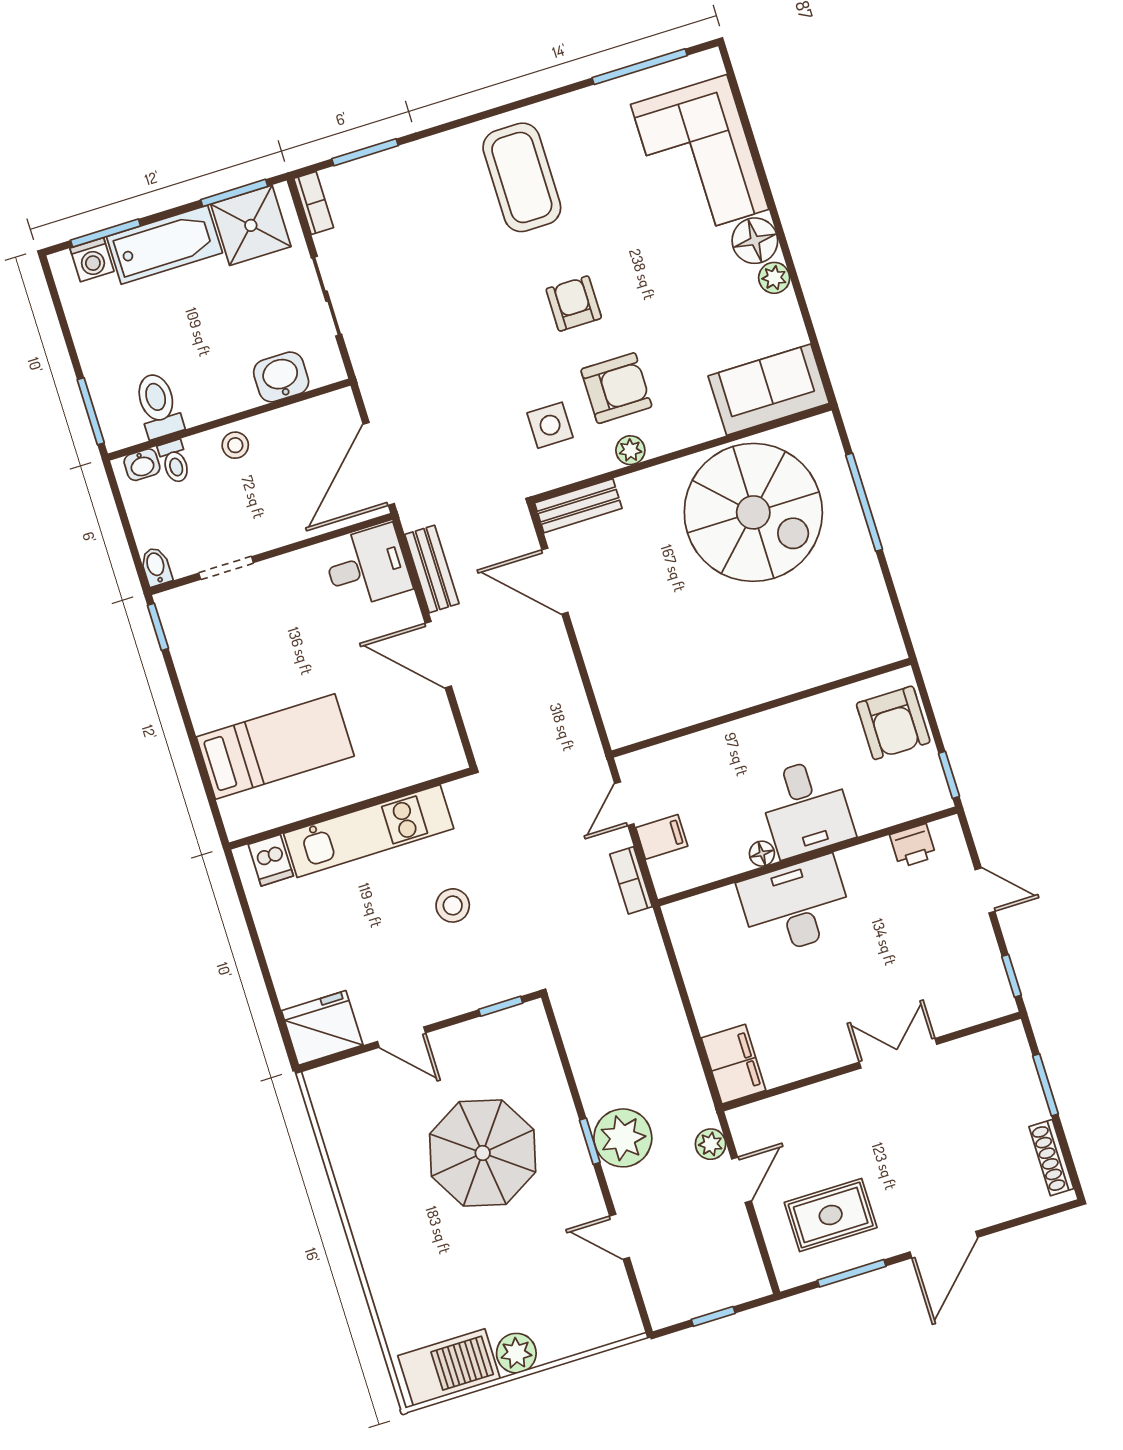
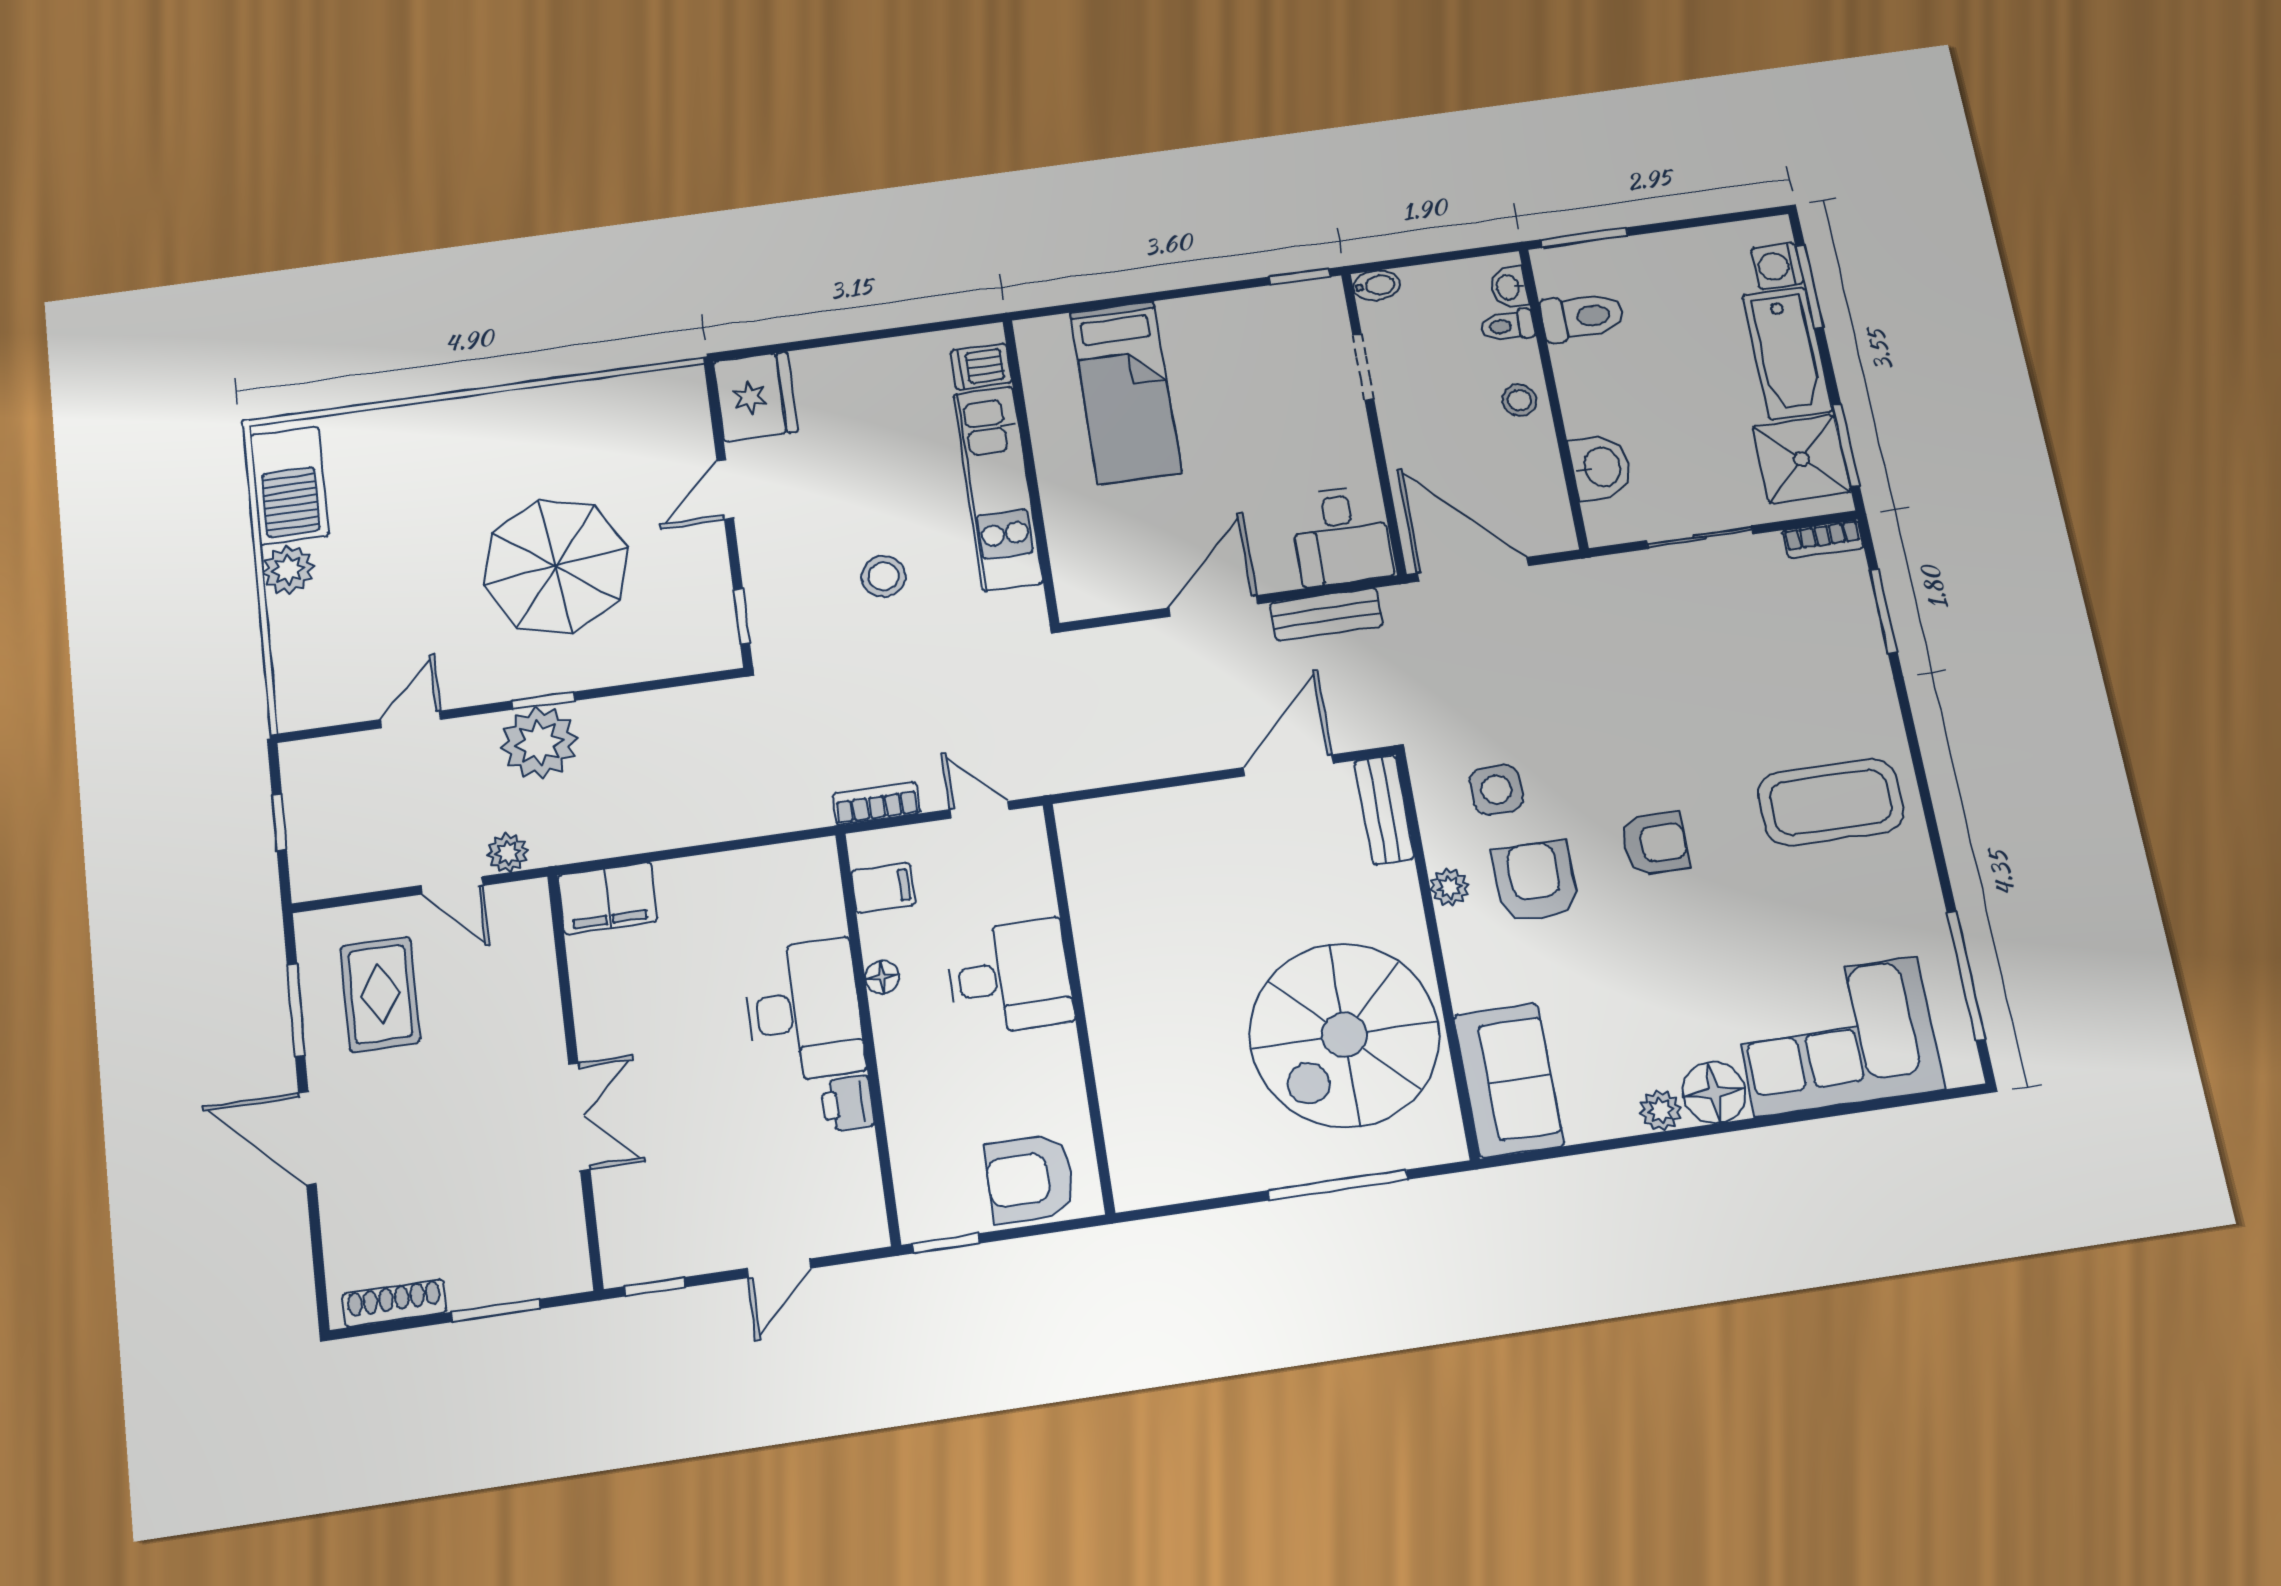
armchair: (616, 388) -> (1535, 881), turned 180
desk: (806, 808) -> (1009, 977), moved, turned 180
filing cabinet: (662, 837) -> (883, 888), moved, turned -90
printer: (913, 846) -> (847, 1104), moved

